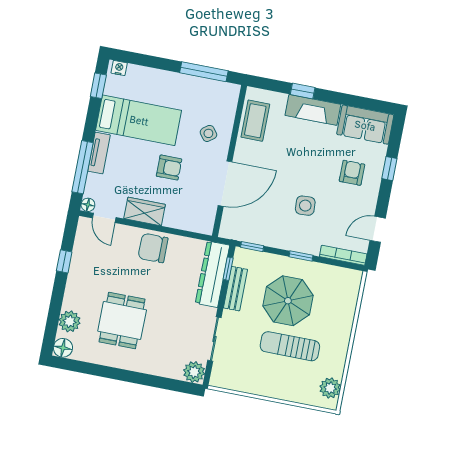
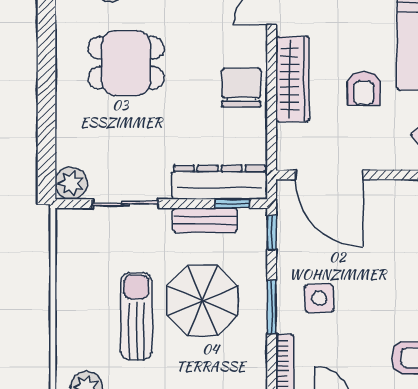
door: (225, 184) -> (329, 175), moved
side table: (305, 206) -> (319, 298), moved
wardrobe: (145, 211) -> (292, 79), width x1.50
window: (301, 256) -> (272, 307), width x1.50

